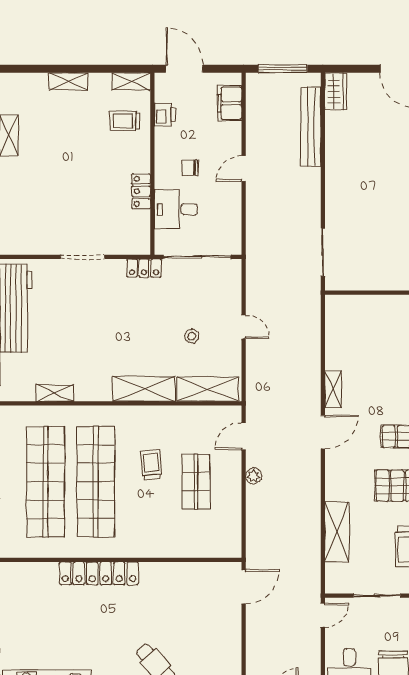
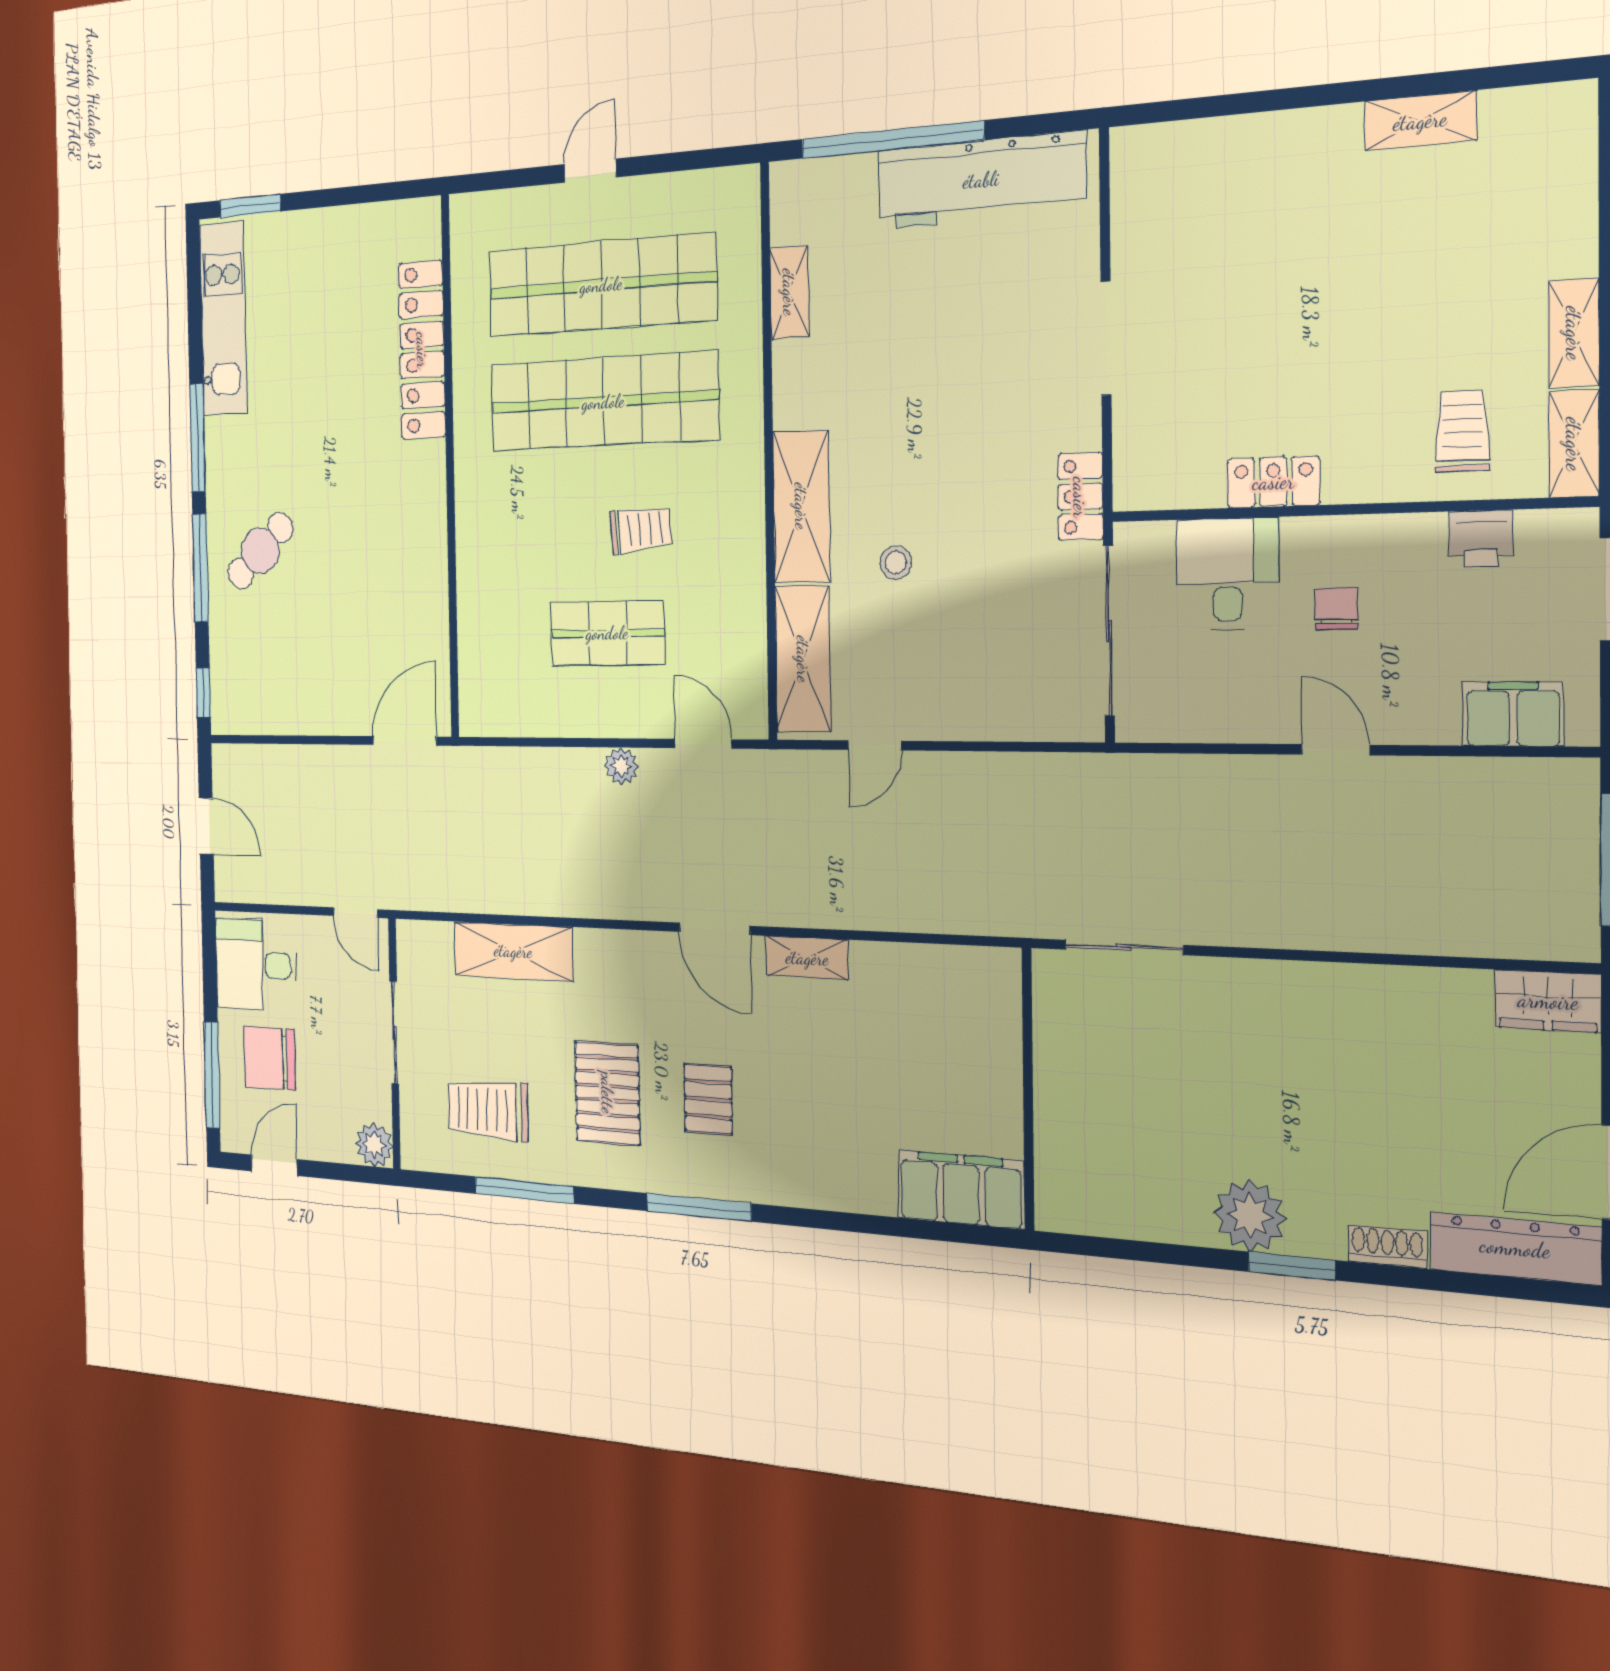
shelving: (68, 81) -> (1574, 333), moved
bench: (311, 127) -> (1448, 931), removed
door: (244, 327) -> (875, 745), moved
stool: (192, 336) -> (896, 563), moved
locker: (99, 573) -> (422, 350), moved
door: (244, 587) -> (405, 741), swing flipped

